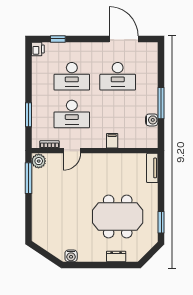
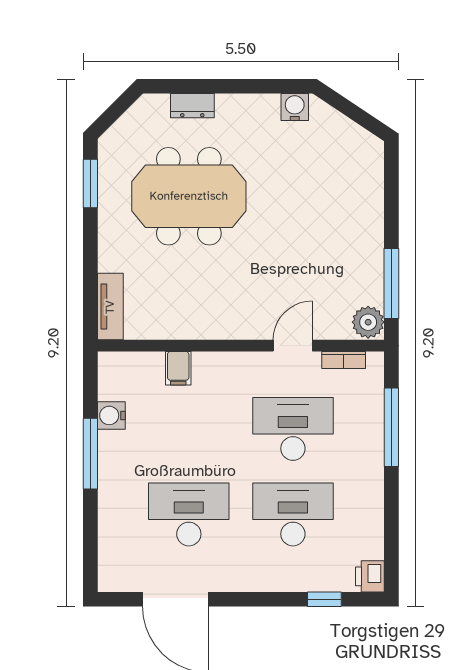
window: (28, 115) -> (391, 427), width x1.44
filing cabinet: (112, 141) -> (178, 368), moved

